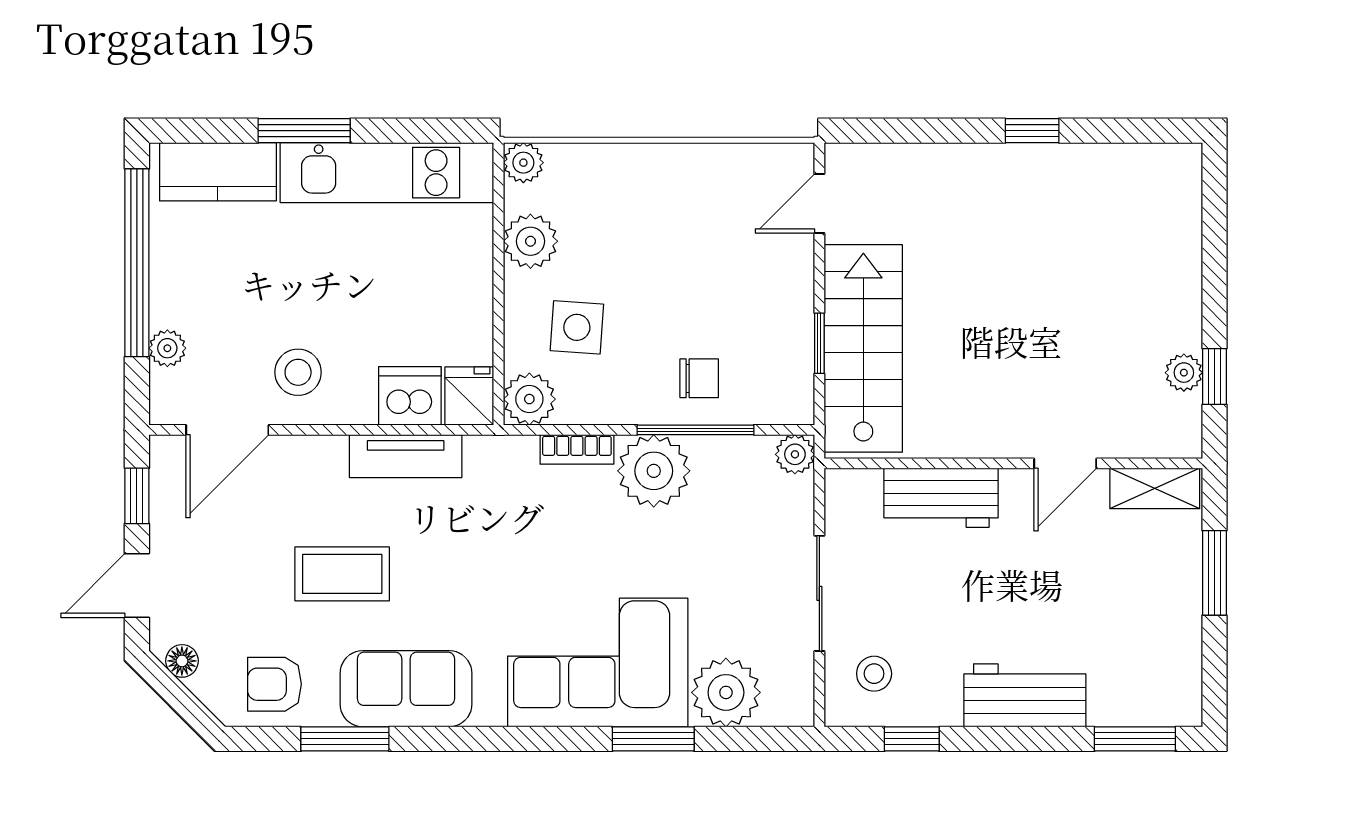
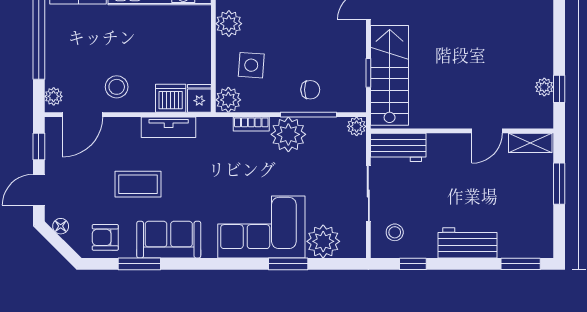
plant: (167, 348) -> (54, 96), moved
workbench: (941, 498) -> (398, 147), moved

